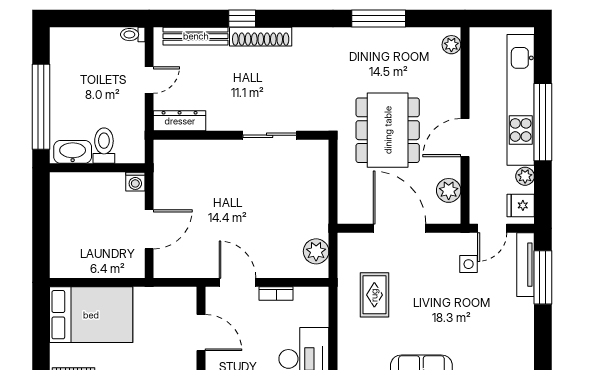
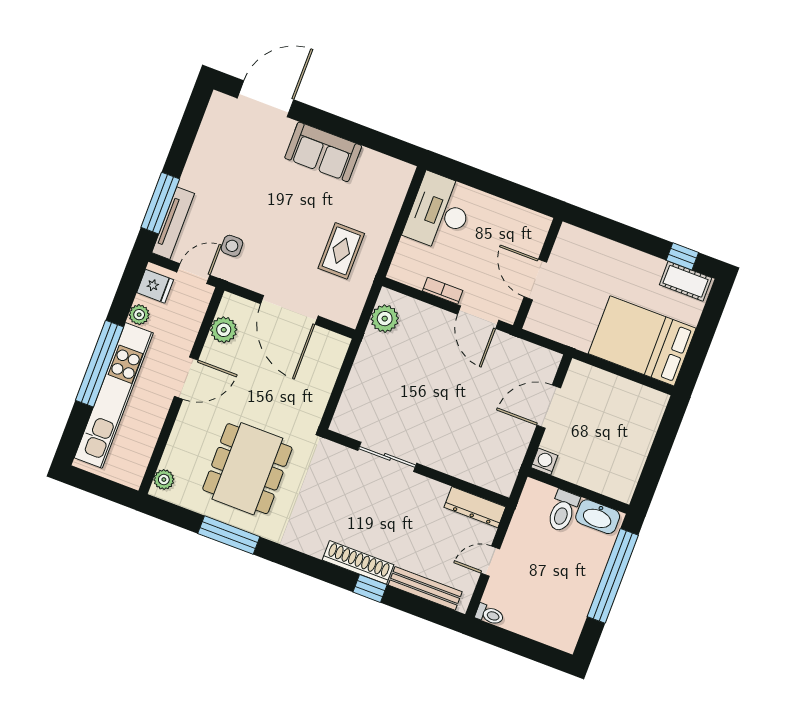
dining table: (388, 130) -> (247, 469), moved

